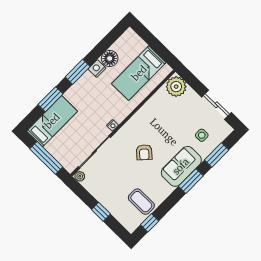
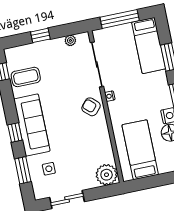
armchair: (144, 152) -> (91, 107), moved
sofa: (181, 166) -> (32, 125), width x1.36
plant: (80, 176) -> (70, 40), moved
window: (191, 181) -> (15, 132), width x0.67

